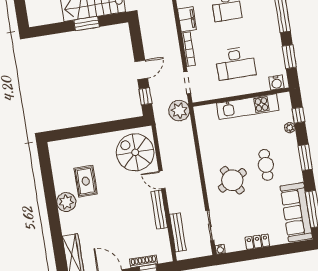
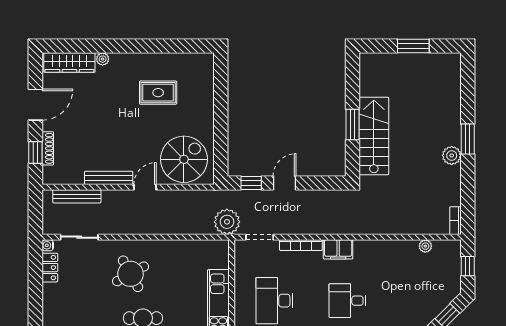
door: (141, 70) -> (285, 183), swing flipped
plant: (66, 202) -> (103, 59), moved, width x0.53, depth x0.53
locker: (257, 242) -> (50, 268), moved

